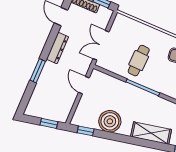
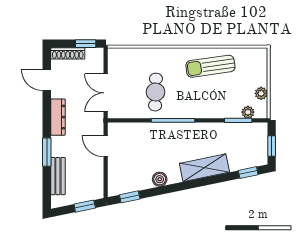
bench: (38, 92) -> (58, 176), added
boiler: (110, 121) -> (160, 179), width x0.54, depth x0.54

